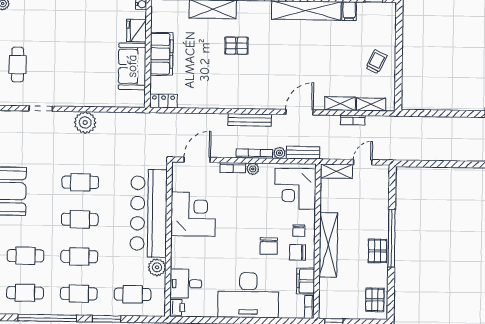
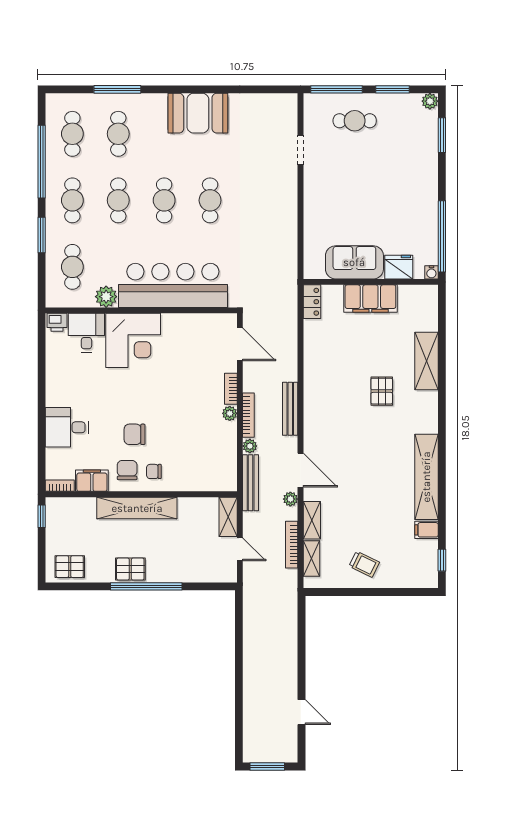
bookcase: (353, 120) -> (292, 545), width x1.56
plant: (85, 122) -> (290, 499), moved, width x0.53, depth x0.53
bench: (303, 153) -> (251, 483), width x1.36
corner desk: (295, 189) -> (206, 466), removed
corner desk: (193, 214) -> (133, 340), moved
desk: (248, 295) -> (67, 427), width x0.53, depth x0.77

